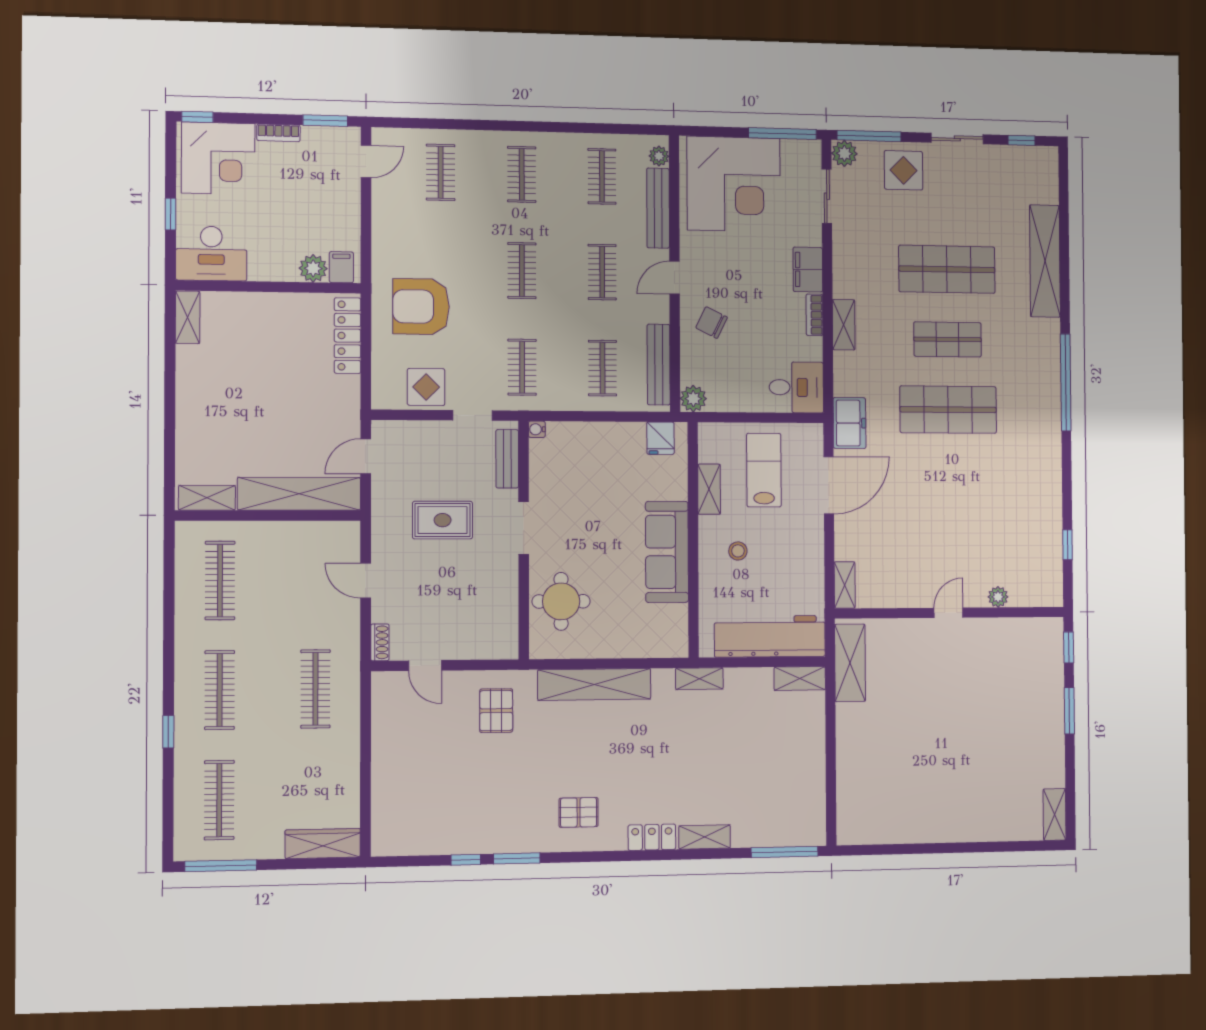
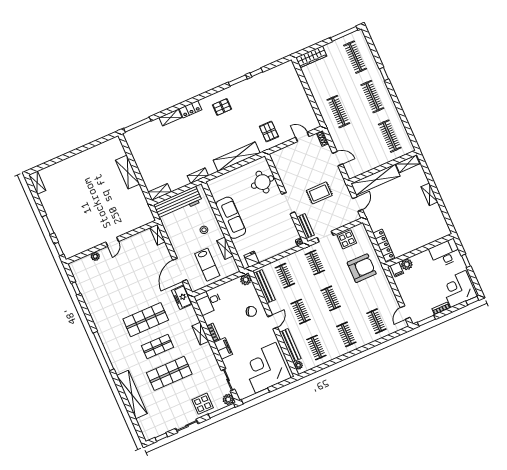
shelving: (188, 317) -> (429, 194), moved
shelving: (850, 663) -> (128, 172), moved

